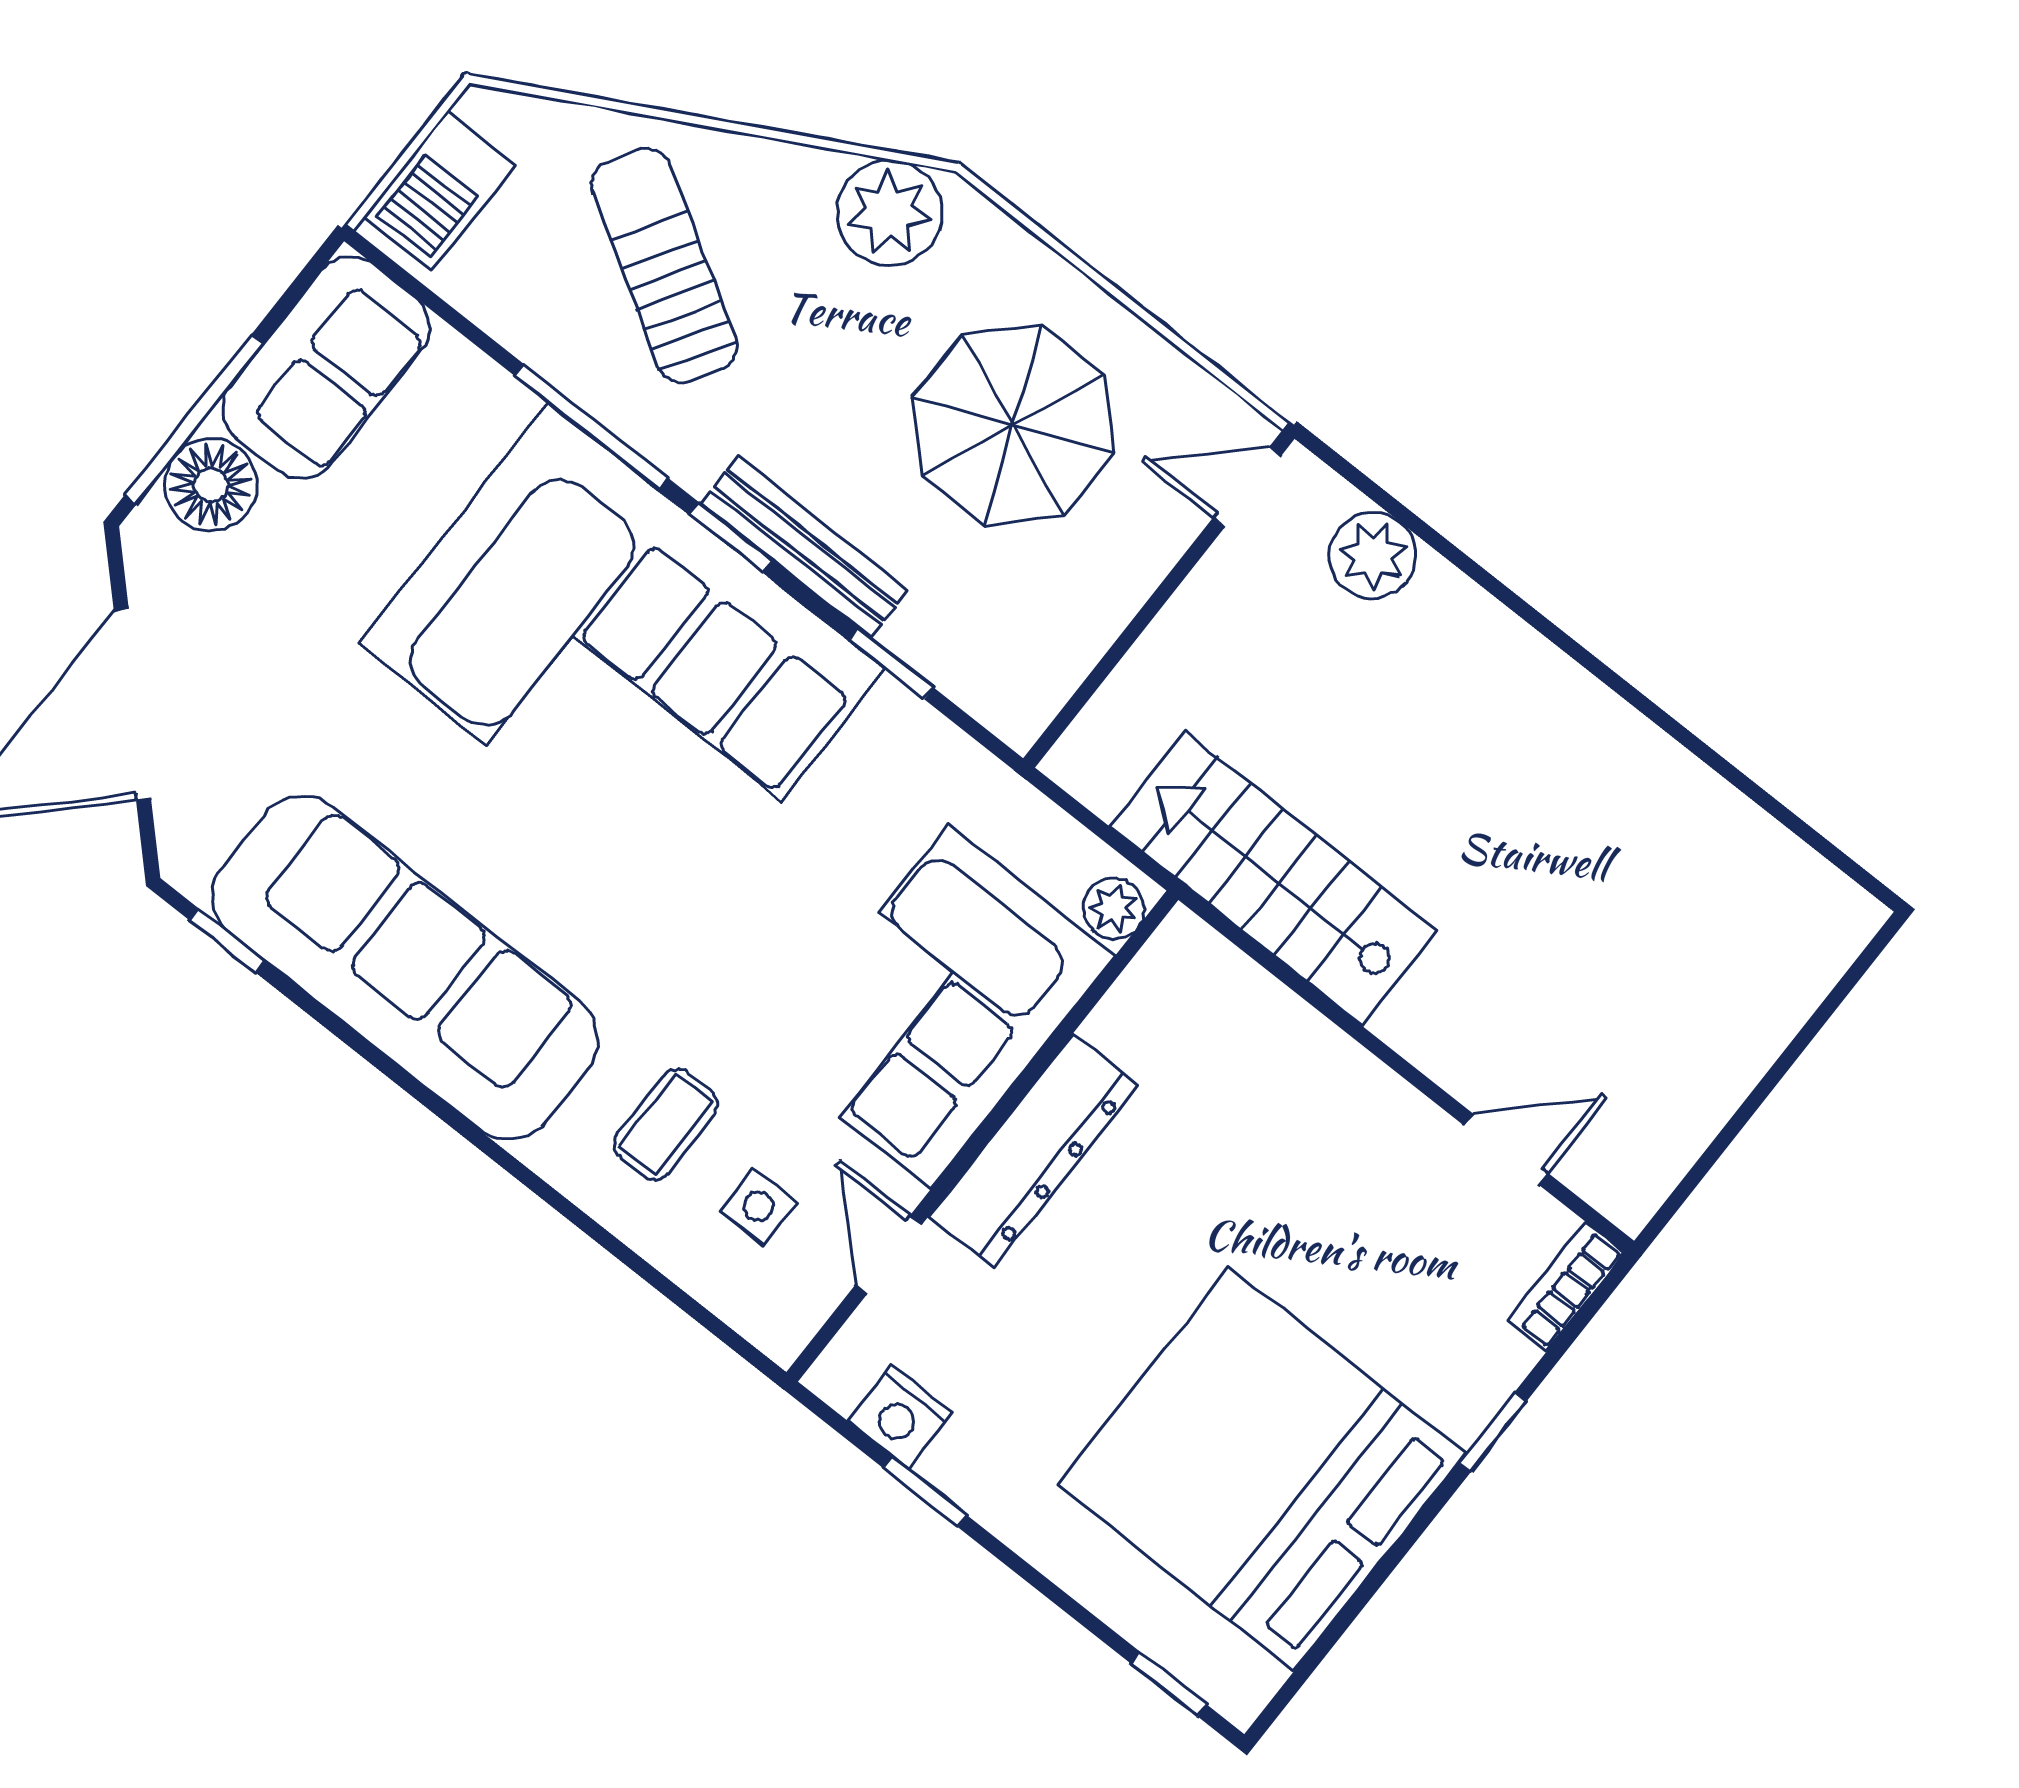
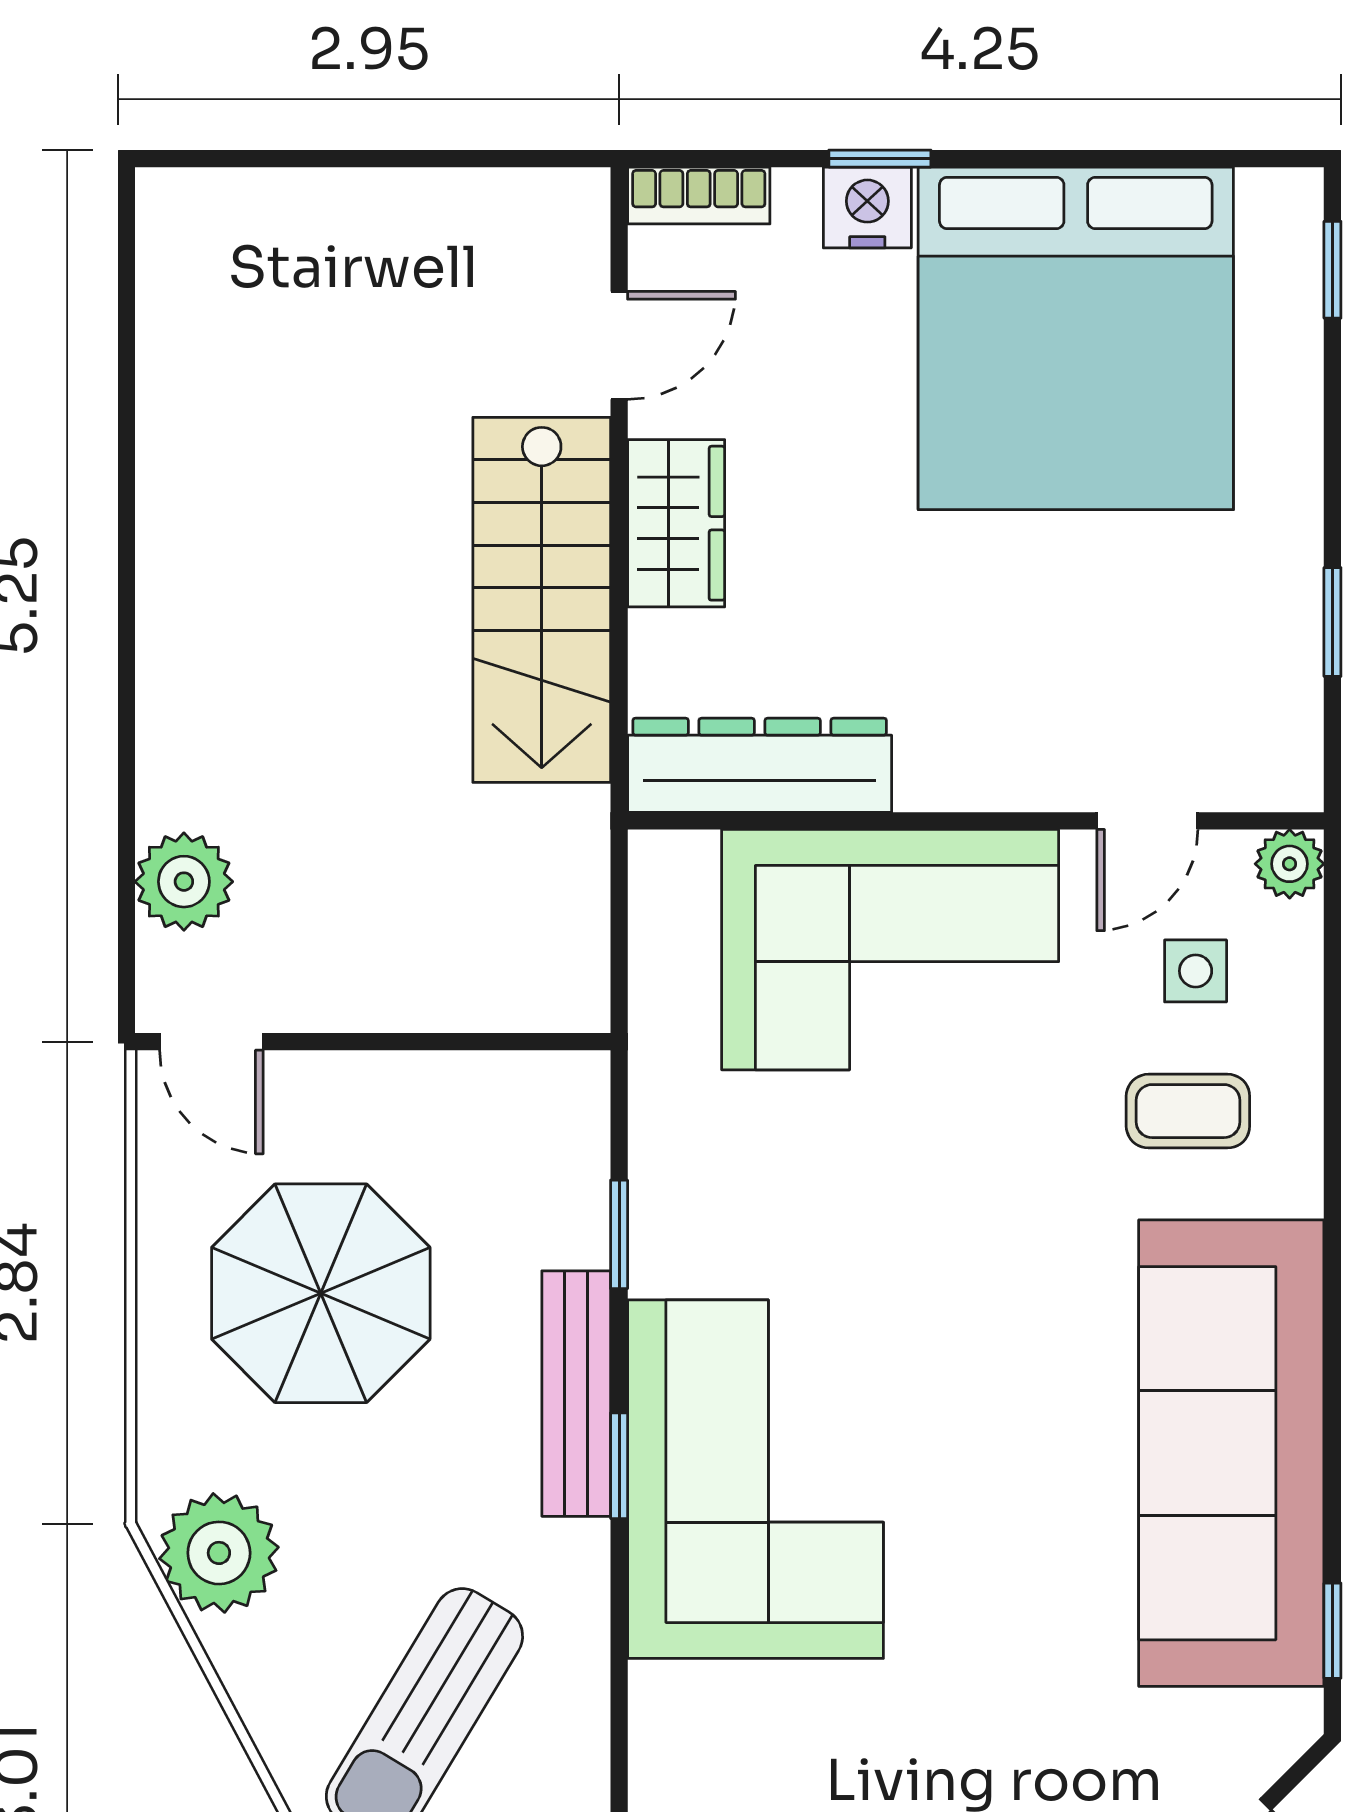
window: (591, 427) -> (619, 1668), removed
corner sofa: (622, 656) -> (756, 1479), width x0.73, depth x0.74
stairs: (1273, 879) -> (542, 600), moved
plant: (1114, 908) -> (1290, 864), moved
wardrobe: (1352, 1092) -> (676, 523), added
door: (1506, 1149) -> (619, 345), swing flipped
dresser: (1033, 1151) -> (760, 765), moved
nightstand: (900, 1417) -> (867, 208), moved, turned -90

